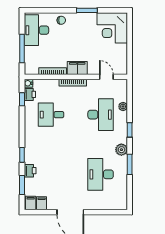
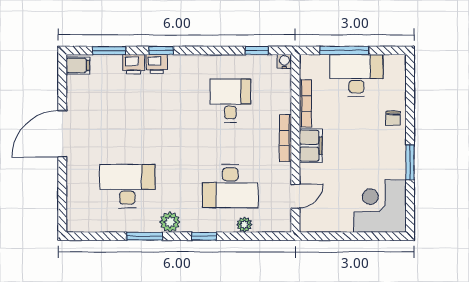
desk: (36, 30) -> (356, 75), moved
printer: (30, 94) -> (157, 64), moved
filing cabinet: (42, 203) -> (78, 84), removed

